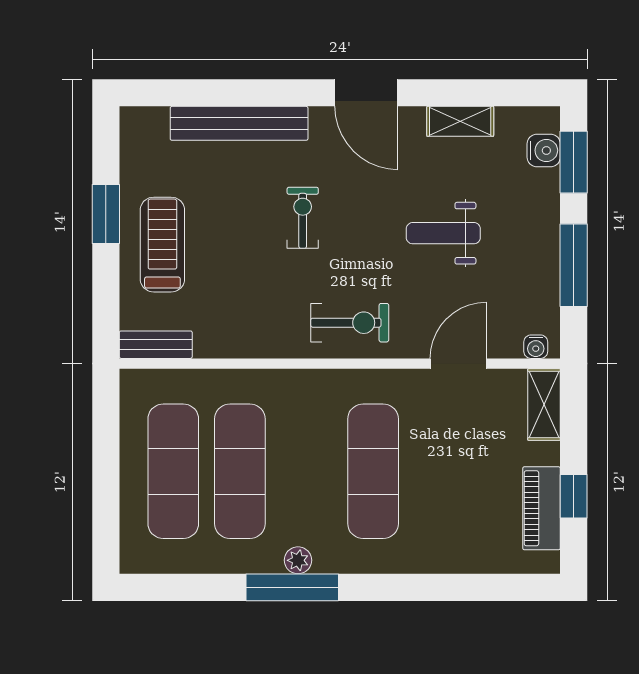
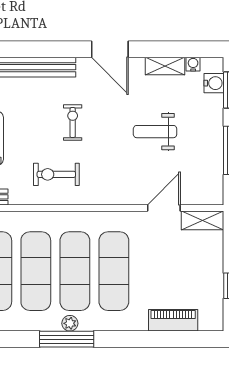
exercise bike: (350, 323) -> (56, 174), moved, turned 180
water cooler: (536, 347) -> (193, 64), moved, turned 180
shelving: (544, 405) -> (202, 220), moved, turned 90
exercise mat: (306, 471) -> (75, 271), added
piano: (541, 508) -> (173, 320), moved, turned 90

